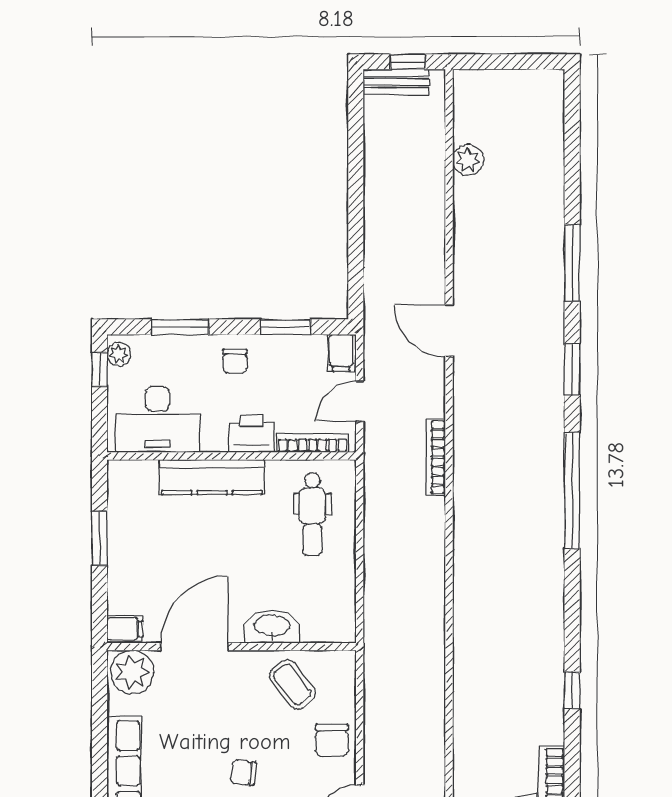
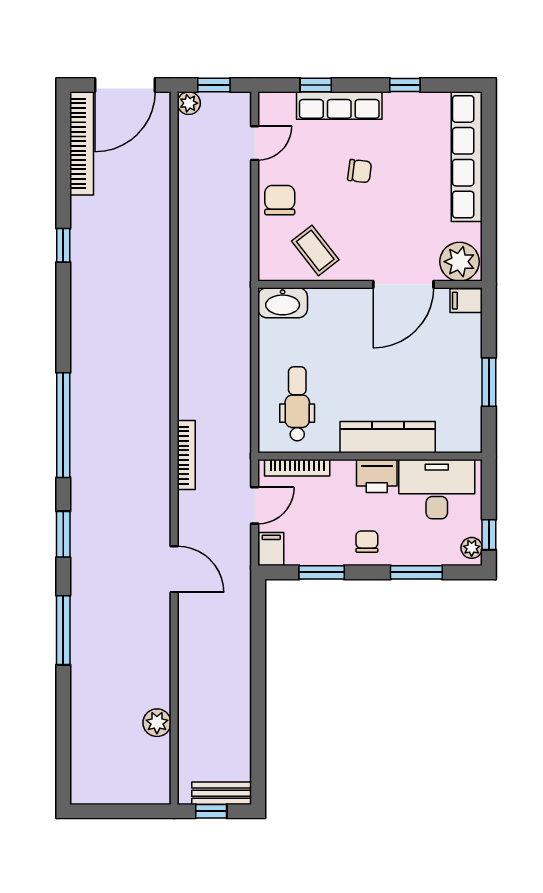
printer: (252, 434) -> (377, 476), moved
washbasin: (272, 626) -> (283, 303), moved

